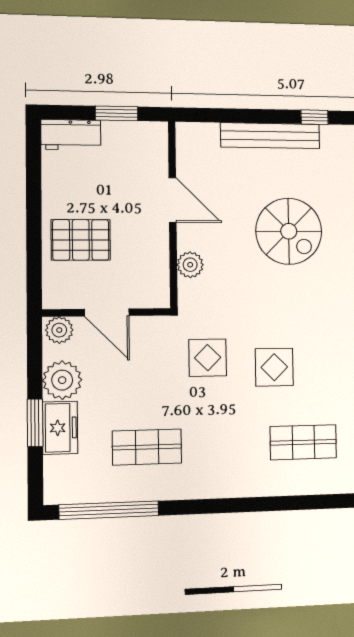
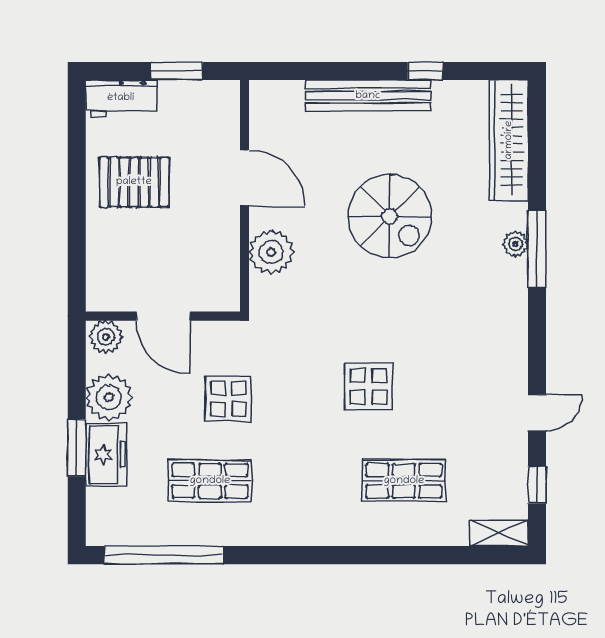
pallet: (81, 240) -> (134, 182), moved
plant: (190, 265) -> (271, 252), width x1.36, depth x1.36
display table: (208, 358) -> (228, 399), moved

